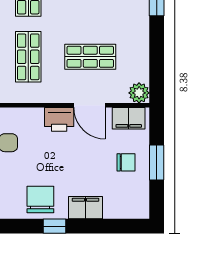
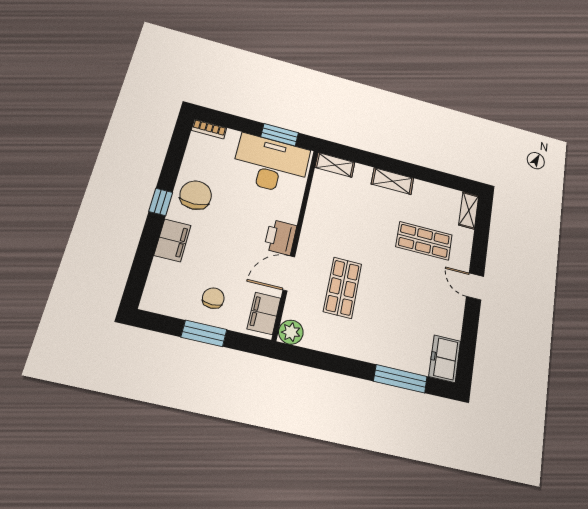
shop shelf: (28, 57) -> (355, 223), removed
chair: (126, 162) -> (213, 298), turned 180
chair: (40, 199) -> (196, 195), turned -92

